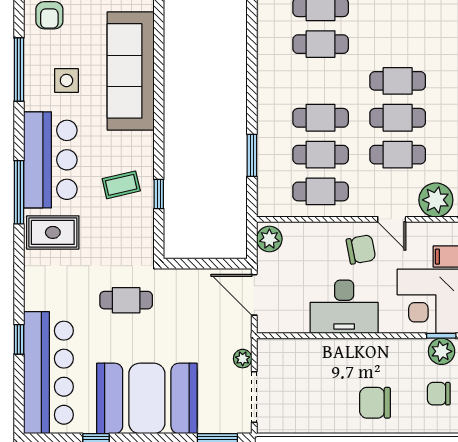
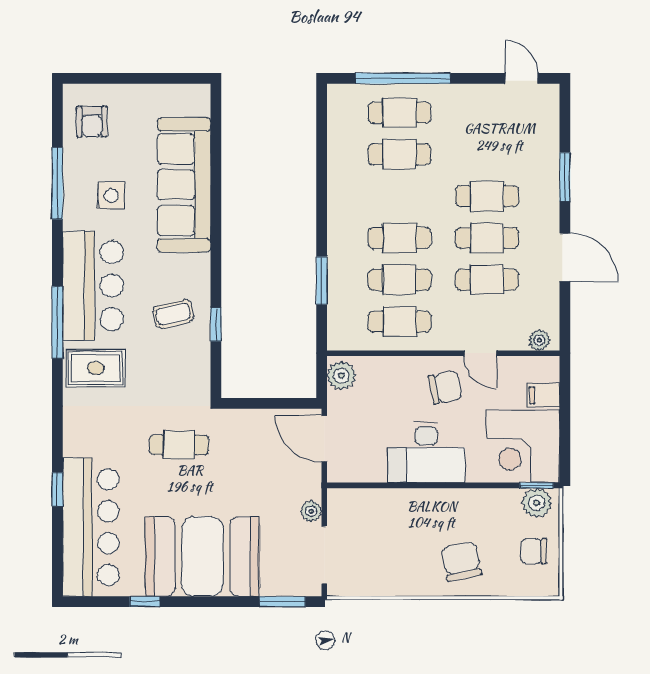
plant: (436, 200) -> (539, 340), width x0.53, depth x0.53
chair: (375, 403) -> (461, 561), turned 78

